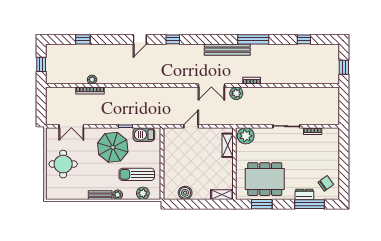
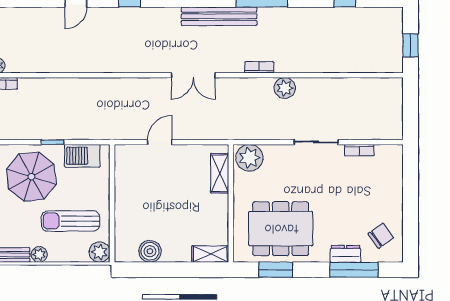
plant: (236, 93) -> (285, 88), moved
plant: (143, 193) -> (99, 252), moved

